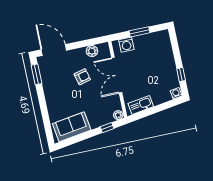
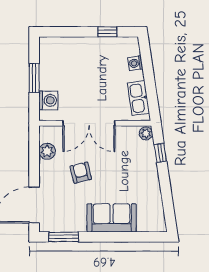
washing machine: (176, 93) -> (135, 63), moved
sofa: (72, 127) -> (112, 218), moved, turned 99

